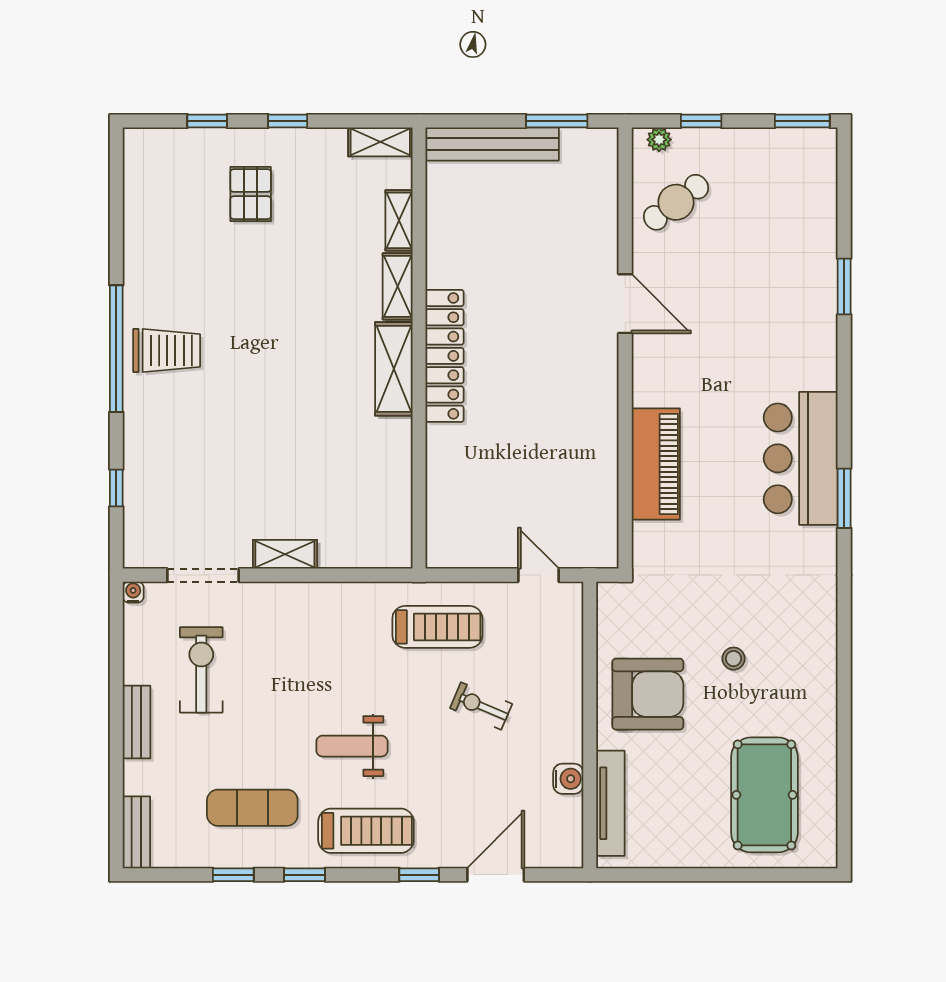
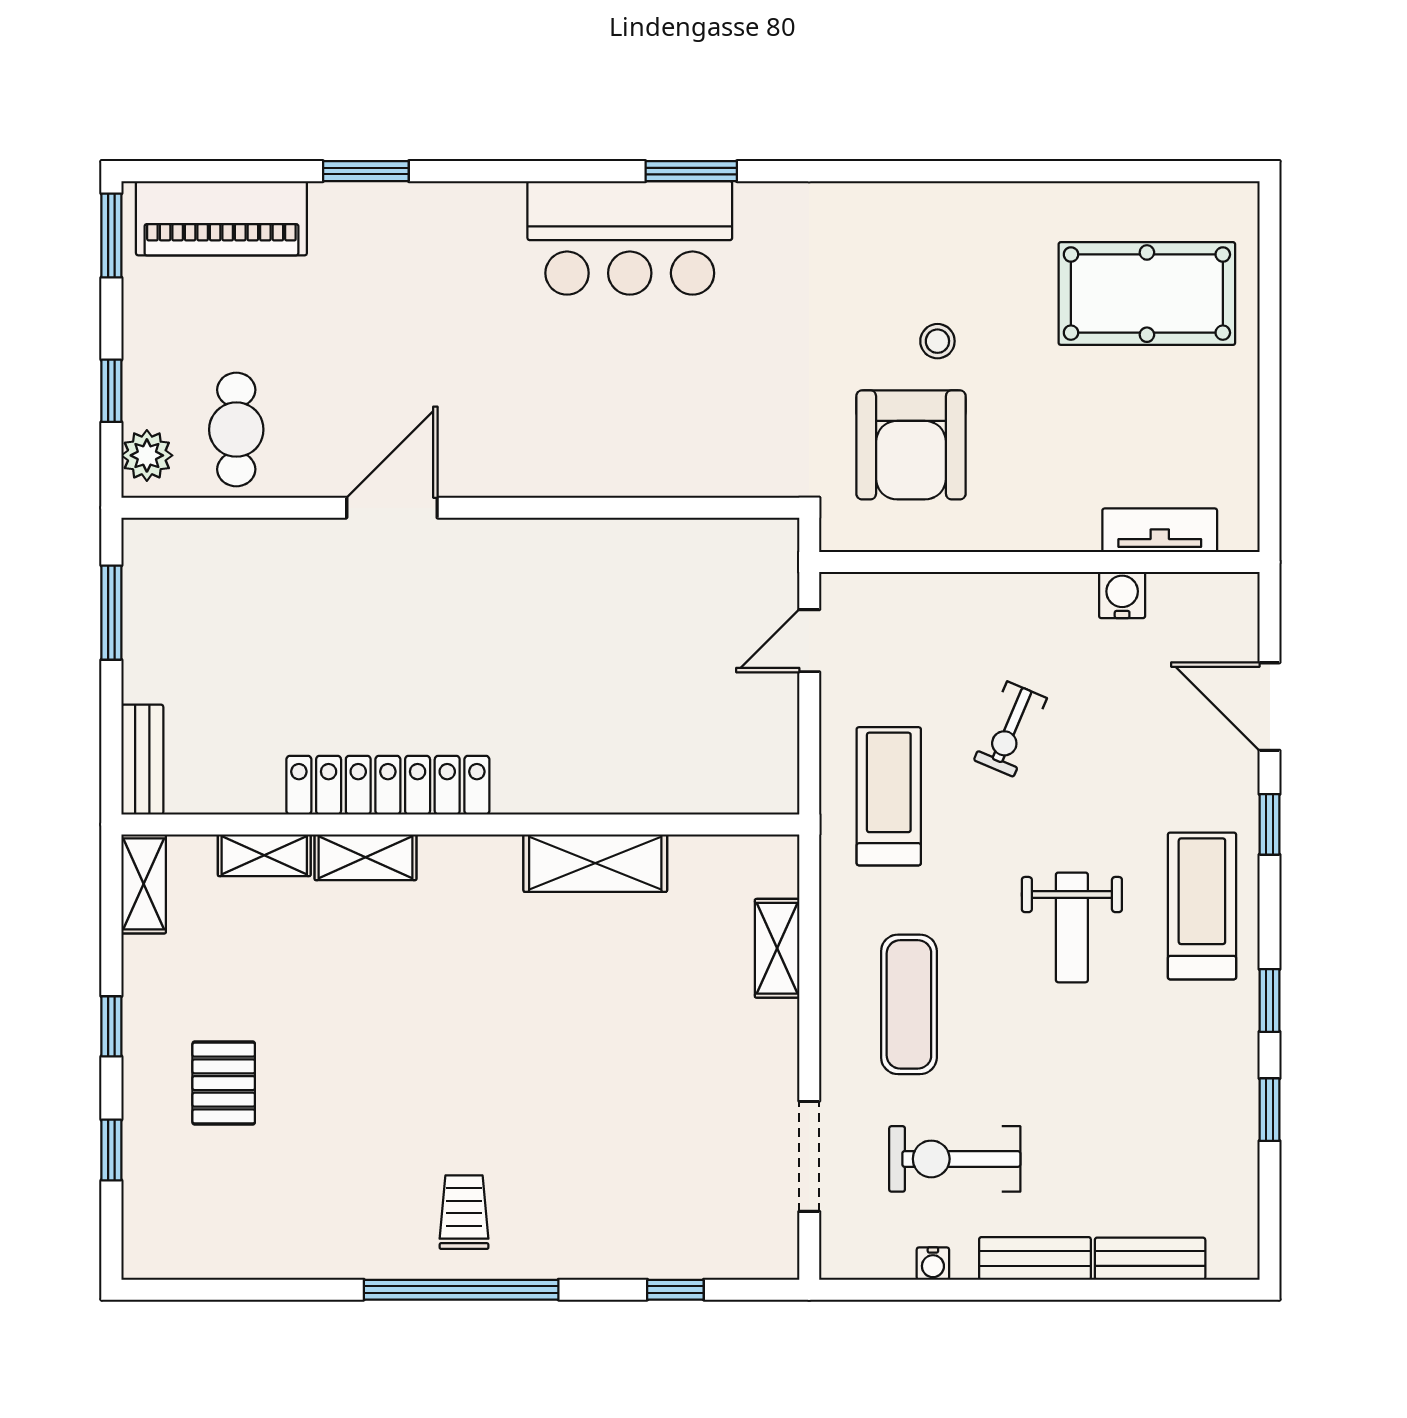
plant: (659, 140) -> (147, 455), width x1.38, depth x1.38
bench: (492, 144) -> (142, 760), width x0.54, depth x0.82
pallet: (251, 194) -> (224, 1083), turned 90
cafe table: (676, 202) -> (236, 430), turned 37
trolley: (167, 350) -> (464, 1212), width x0.73, depth x0.72
locker: (445, 356) -> (388, 785), moved
shelving: (394, 369) -> (595, 863), moved
piano: (656, 464) -> (221, 218), moved, turned 180
shelving: (285, 554) -> (777, 948), moved
water cooler: (133, 592) -> (933, 1264), moved, turned -90
armchair: (648, 694) -> (911, 445), moved, turned 180
tv unit: (610, 803) -> (1160, 530), width x0.71
exercise mat: (252, 808) -> (909, 1004), moved
bench: (136, 832) -> (1150, 1259), moved

